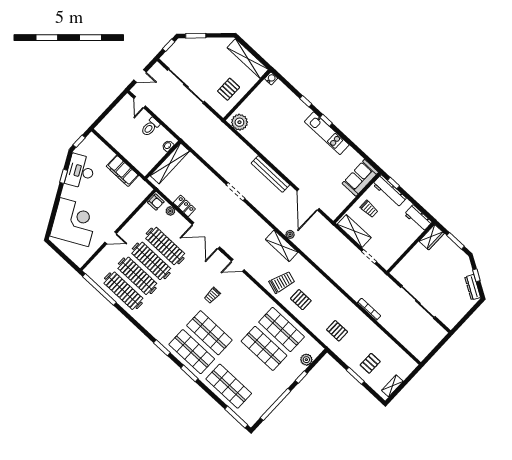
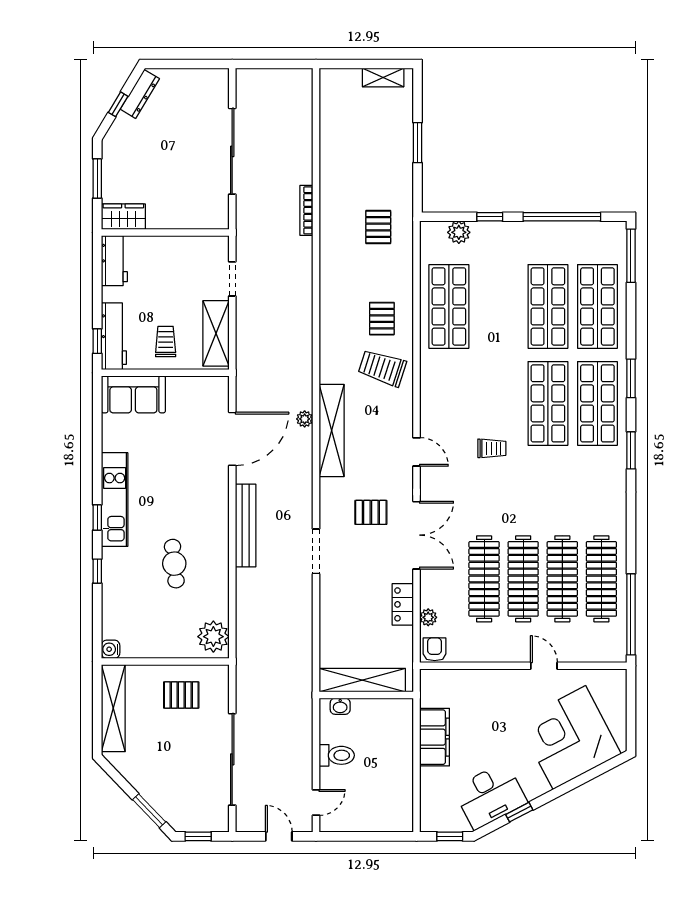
cafe table: (281, 133) -> (174, 564), added
shelving: (282, 246) -> (332, 430), width x1.47
shop shelf: (264, 348) -> (548, 306), moved
pallet: (370, 363) -> (371, 512), moved

